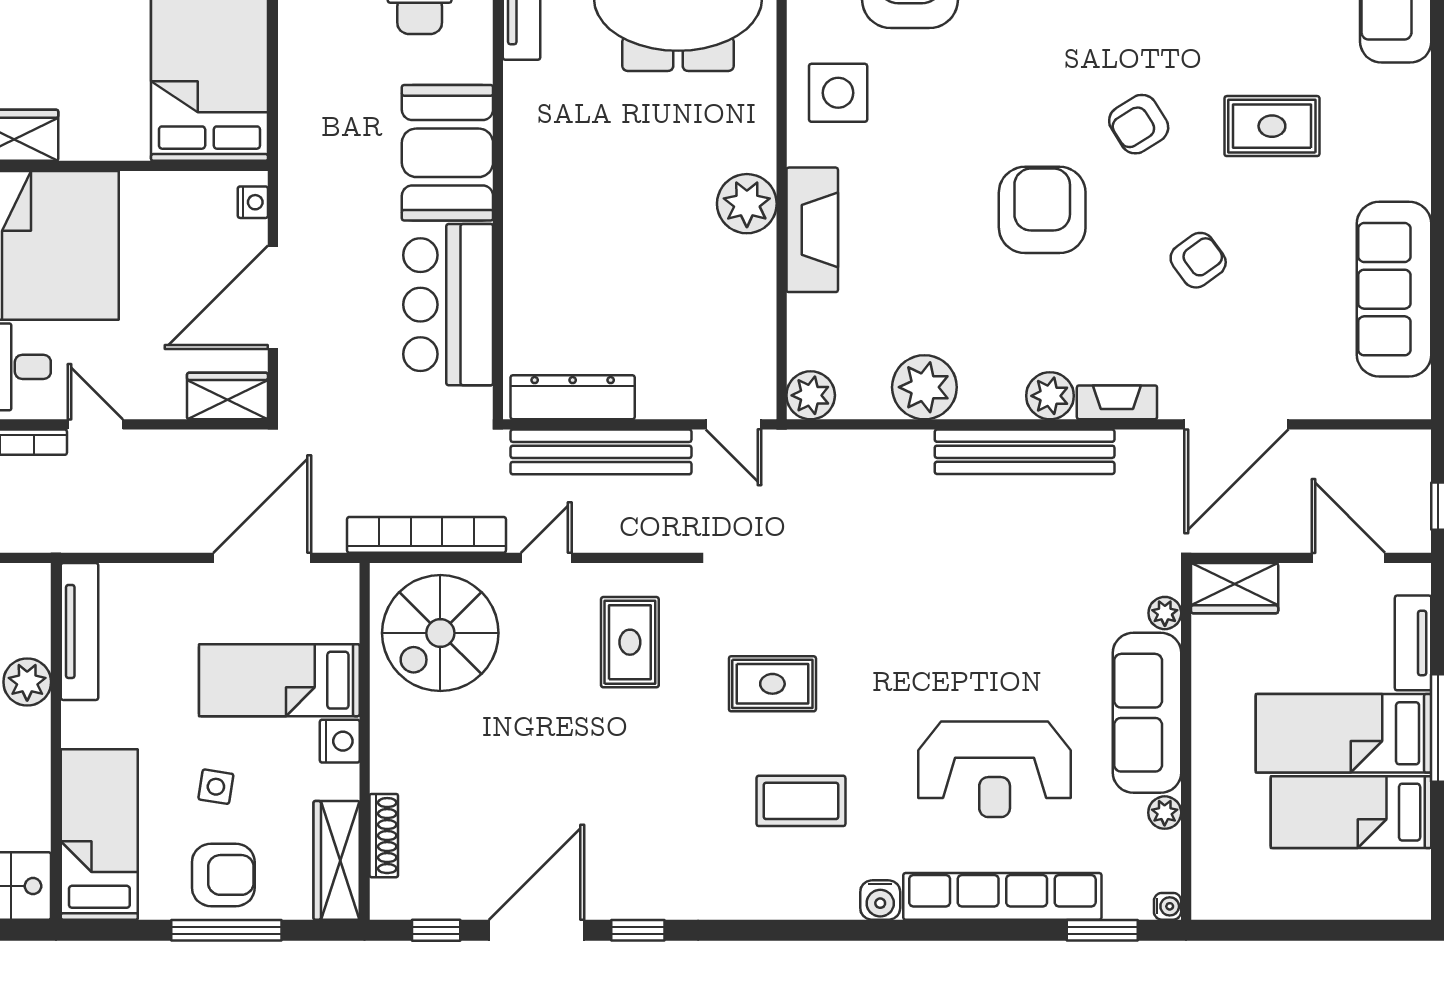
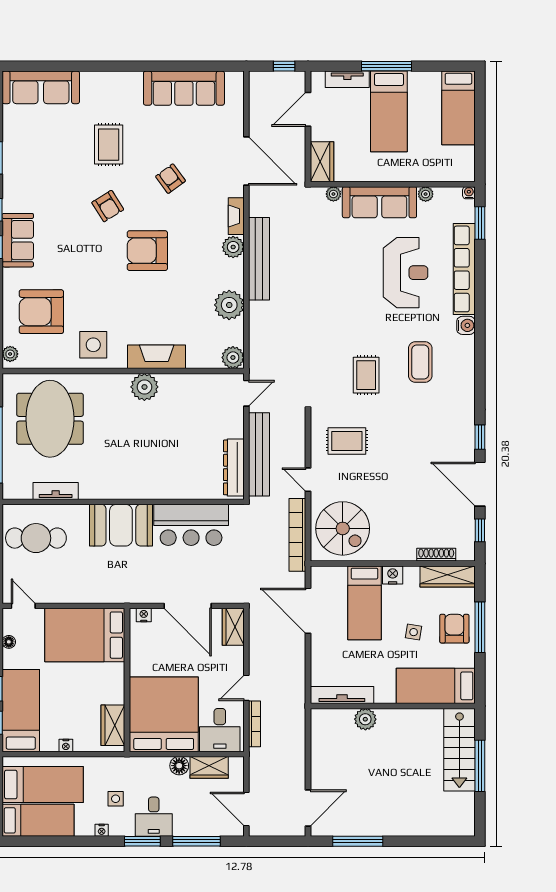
bed: (1351, 812) -> (458, 108), moved

